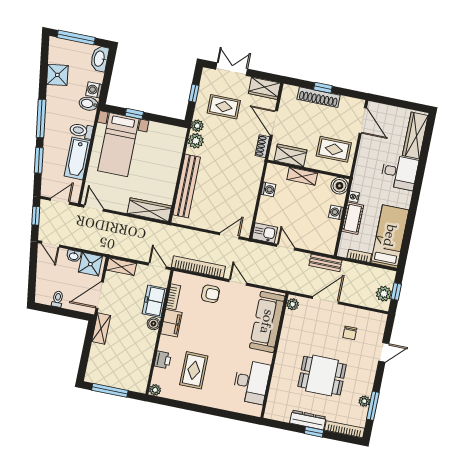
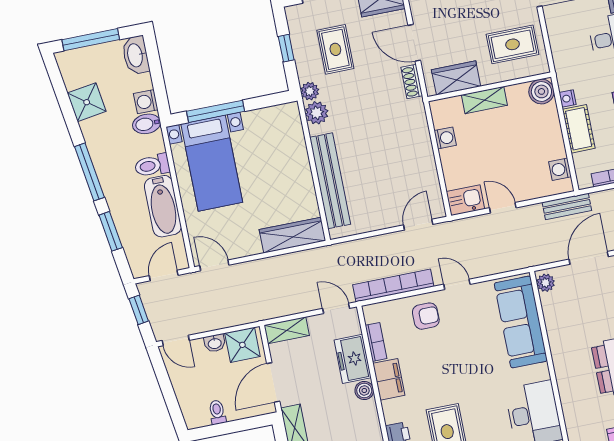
rug: (224, 107) -> (335, 49), turned 90
window: (134, 114) -> (216, 111), width x2.17
washing machine: (336, 212) -> (560, 169), moved

